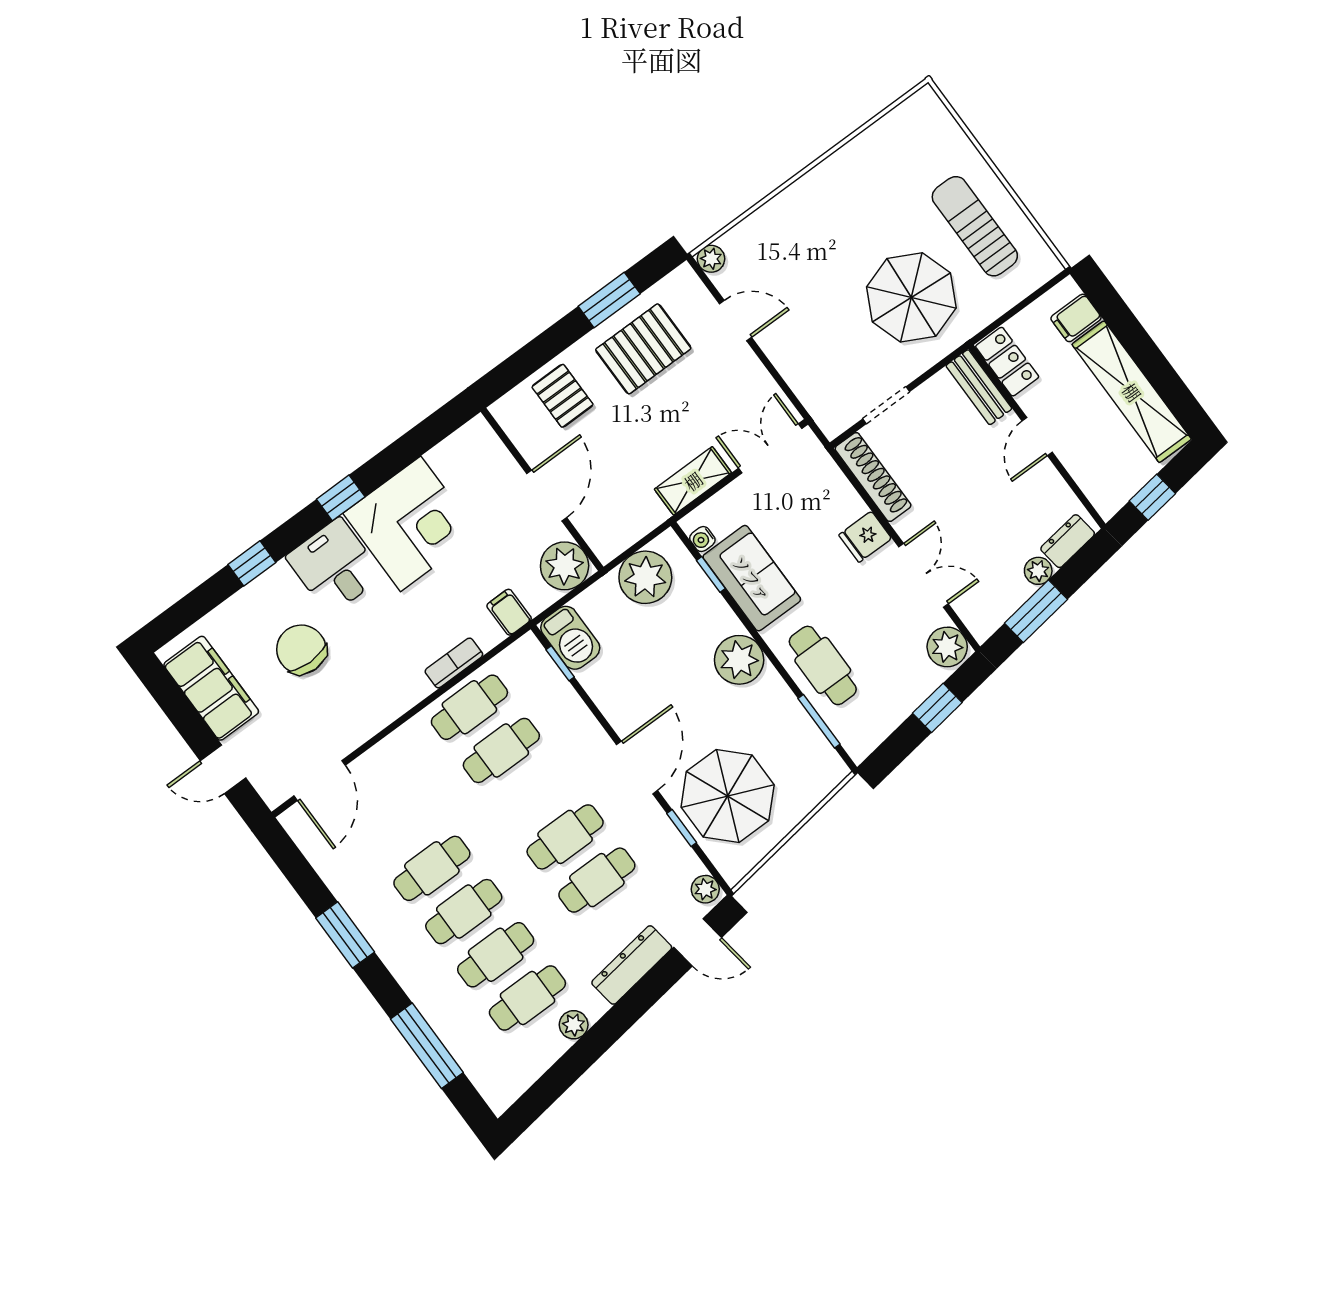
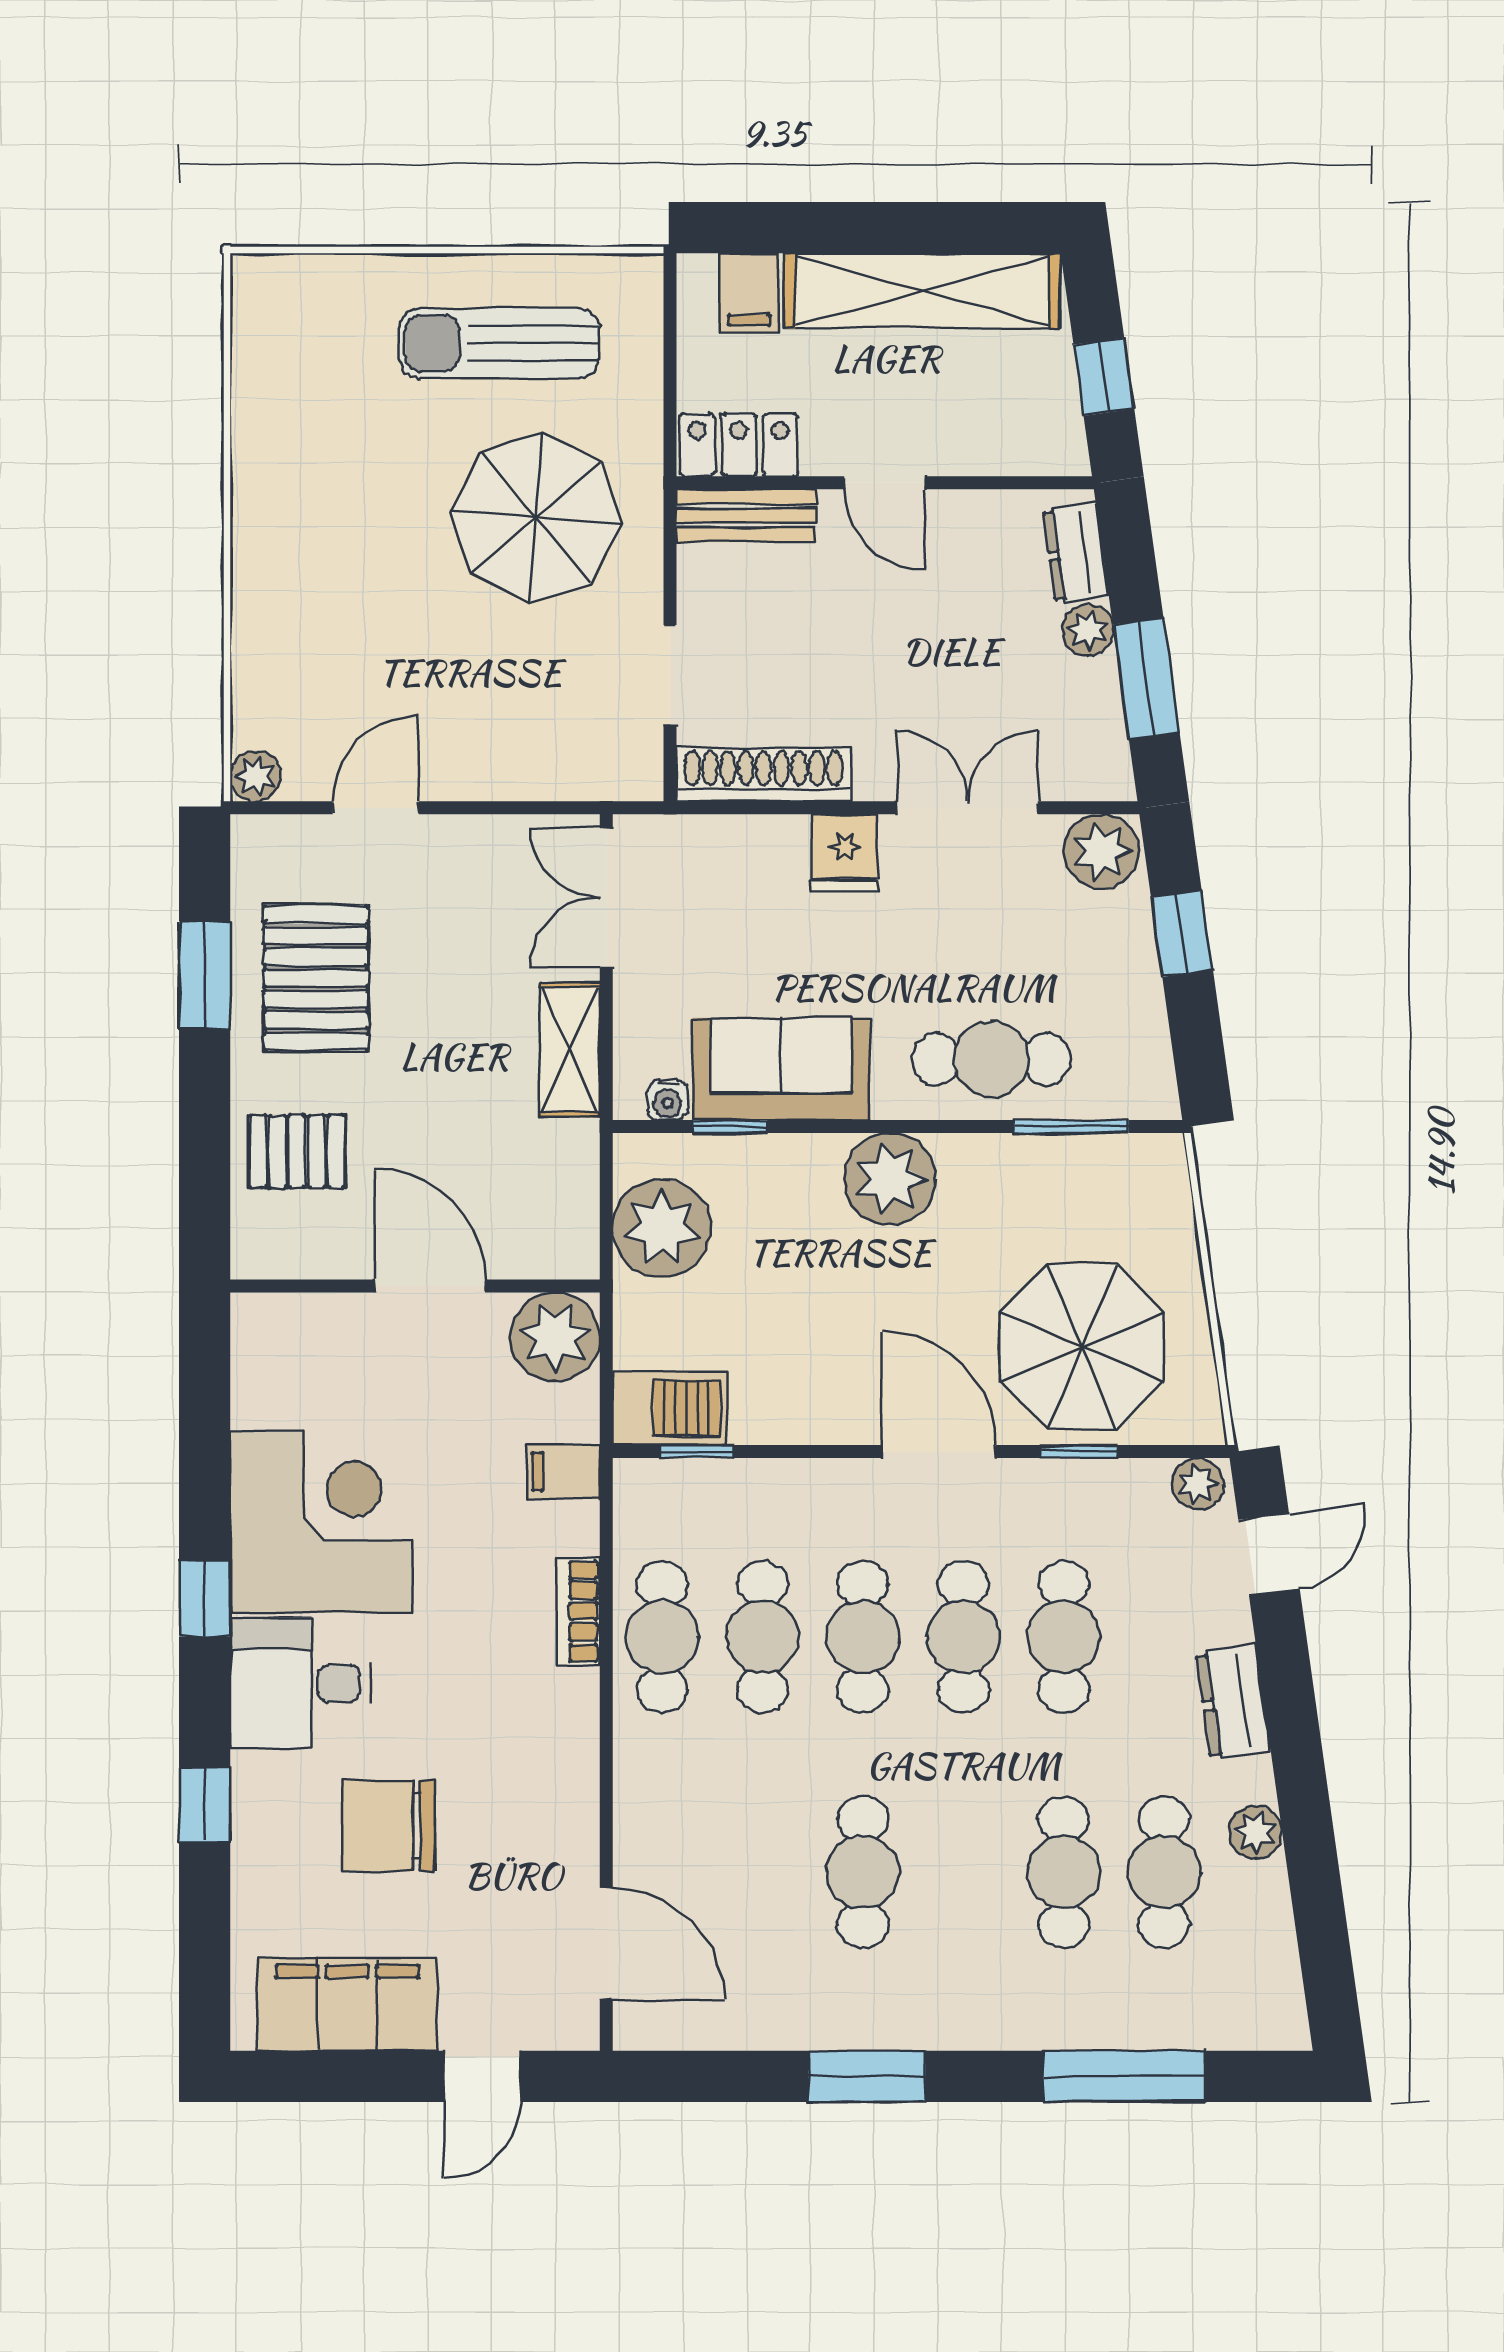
cafe table: (464, 912) -> (863, 1637), moved
dresser: (632, 965) -> (1233, 1702), width x0.70

